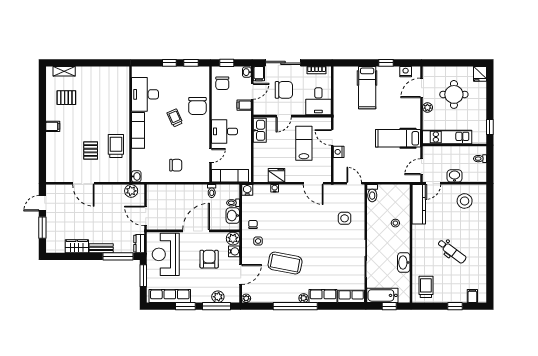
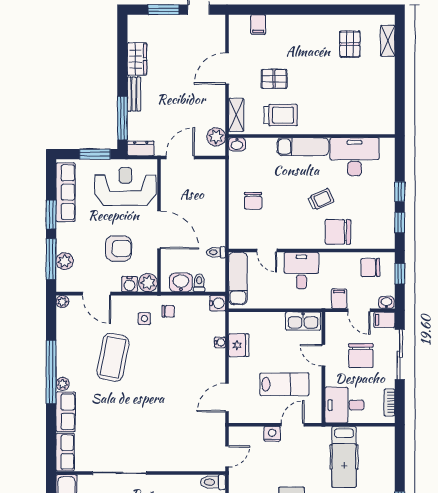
hospital bed: (367, 88) -> (344, 457), moved, turned -90
filing cabinet: (53, 126) -> (258, 25), moved
shelving: (116, 177) -> (236, 115), added
side table: (345, 218) -> (177, 443), removed

